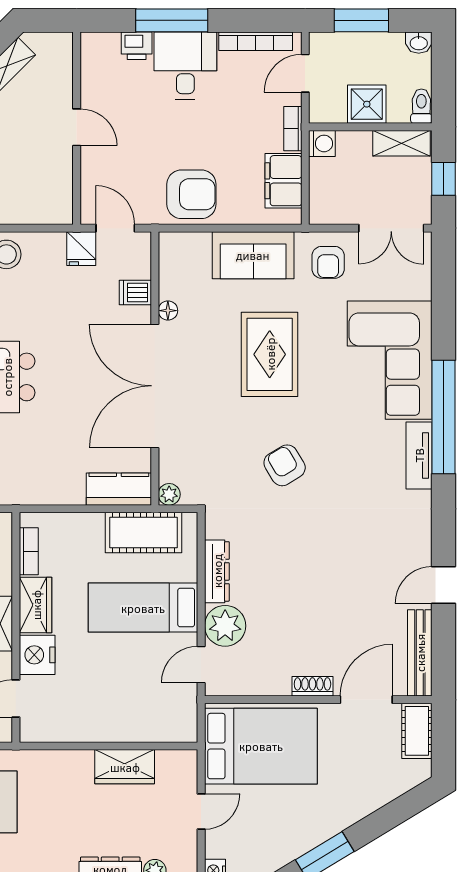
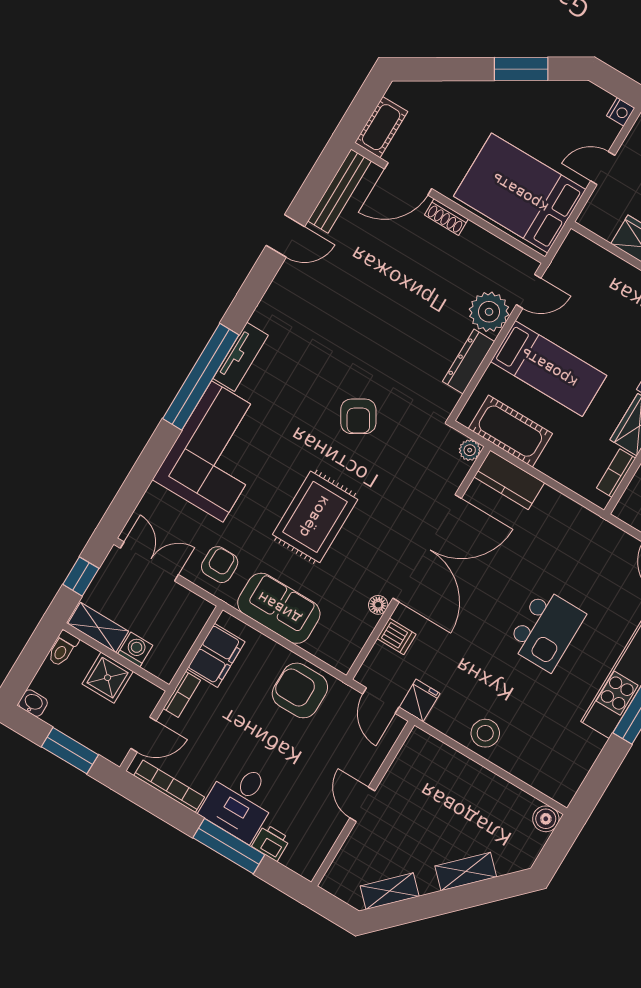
washing machine: (322, 143) -> (135, 649), moved, turned 90

